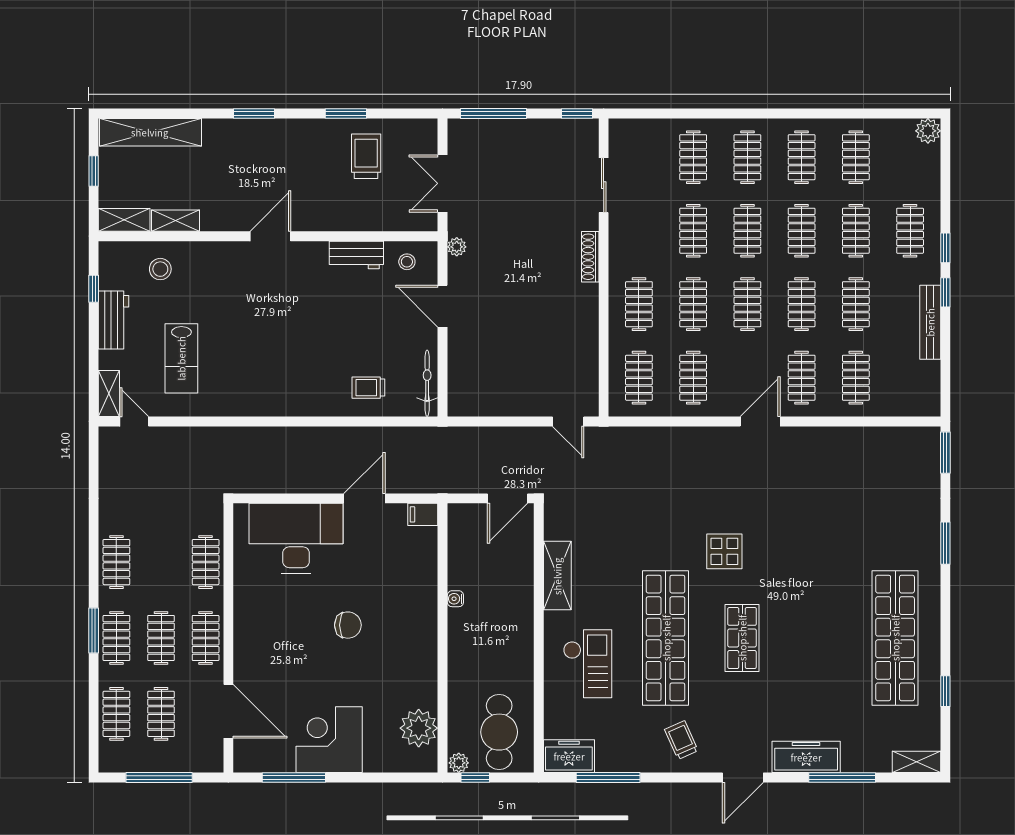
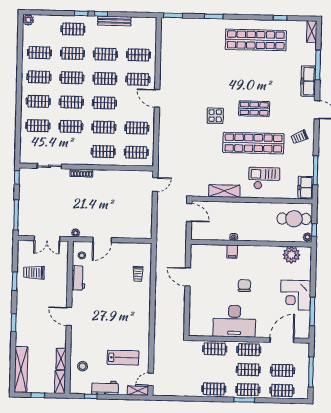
bicycle: (427, 383) -> (137, 248), removed
filing cabinet: (423, 514) -> (232, 252), moved
desk: (296, 538) -> (234, 321), moved, turned -90

